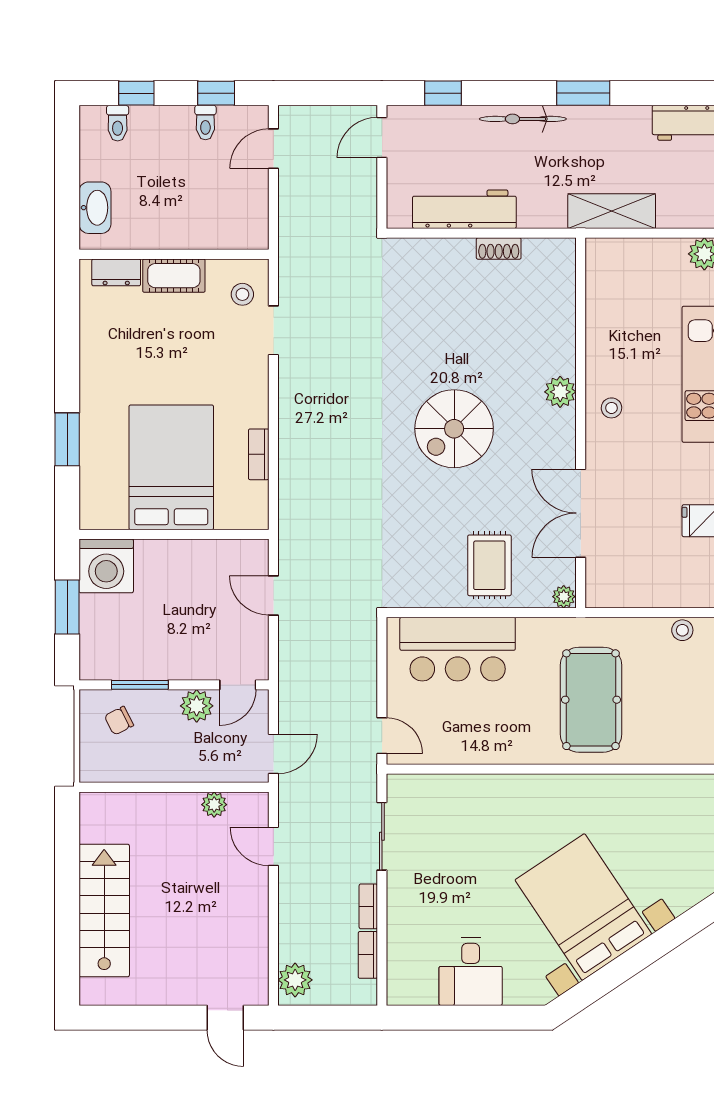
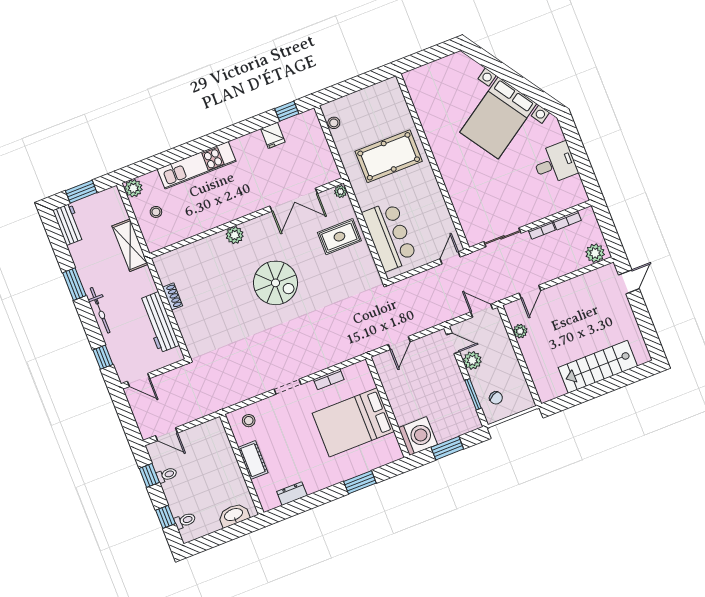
dresser: (116, 272) -> (292, 494), moved, turned -90
doorway: (273, 330) -> (287, 387), moved
stool: (611, 408) -> (156, 212), moved

